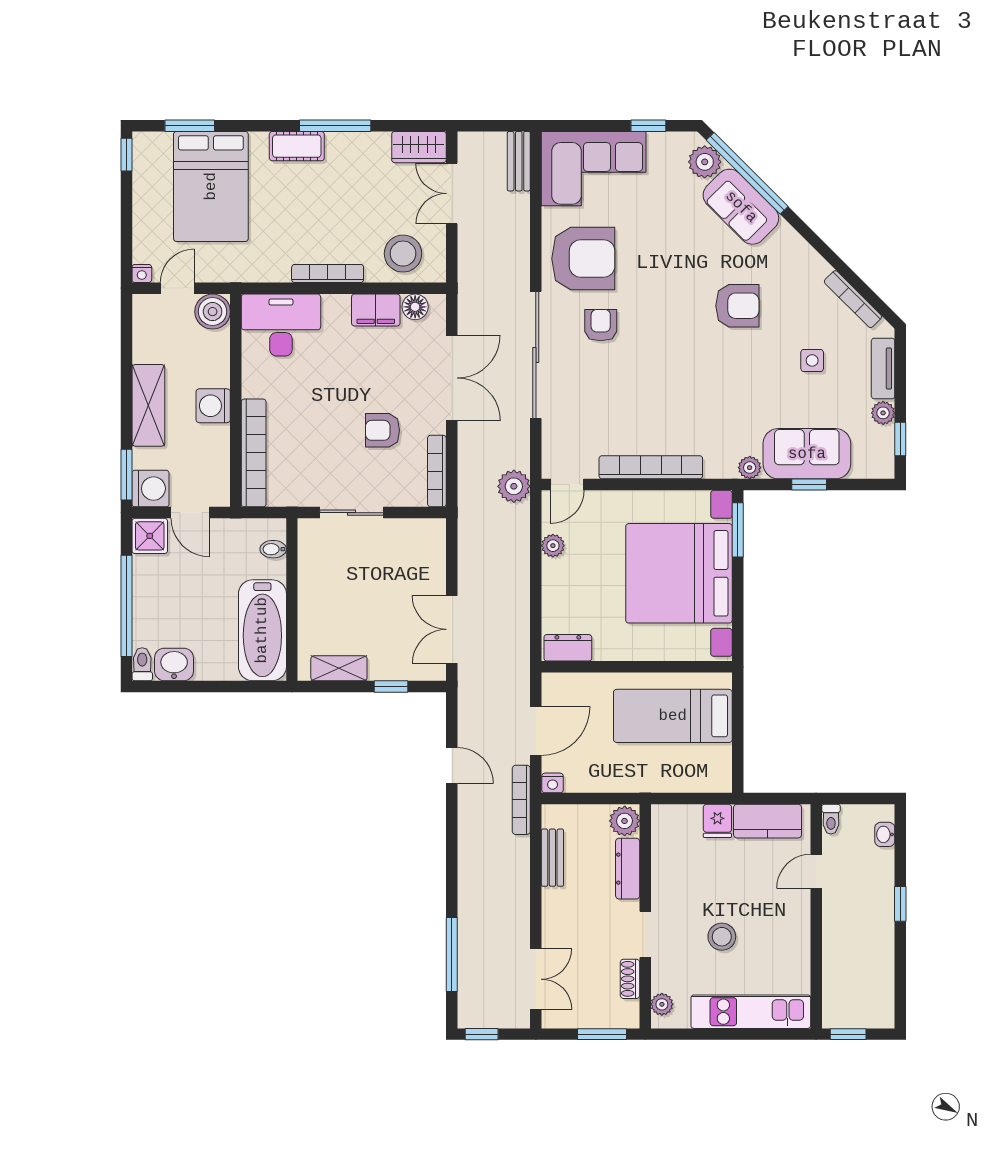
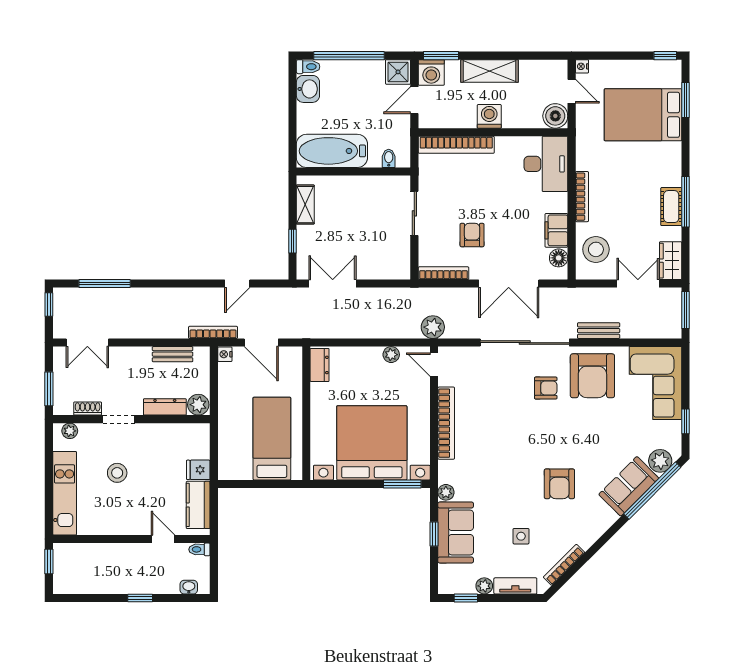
window: (489, 126) -> (686, 310), added
cot: (297, 146) -> (671, 207), moved
bench: (519, 161) -> (599, 331), moved

